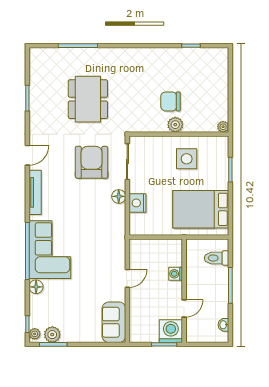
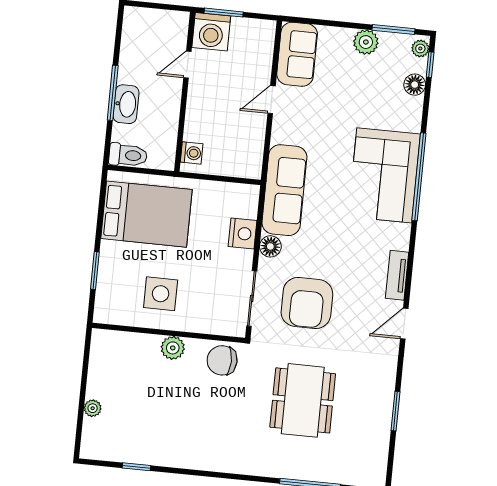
chair: (171, 101) -> (222, 360), moved, turned 180
plant: (223, 127) -> (93, 408), moved
tv unit: (35, 192) -> (397, 275), width x0.71
sofa: (113, 234) -> (284, 190), added
toilet: (217, 258) -> (128, 155), moved
washing machine: (176, 274) -> (192, 153), moved
door: (127, 278) -> (272, 100), moved
floor lamp: (36, 287) -> (415, 85), moved
washbasin: (223, 325) -> (126, 104), moved, width x1.91, depth x1.45
plant: (52, 335) -> (366, 42), moved

